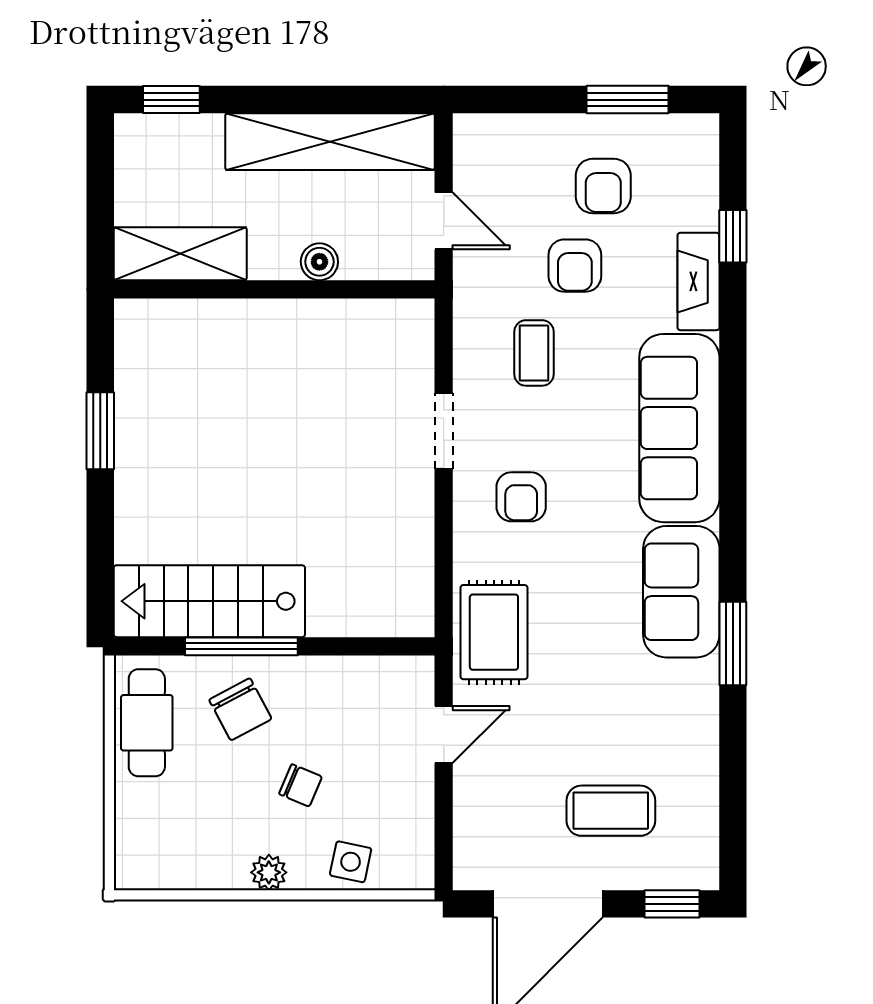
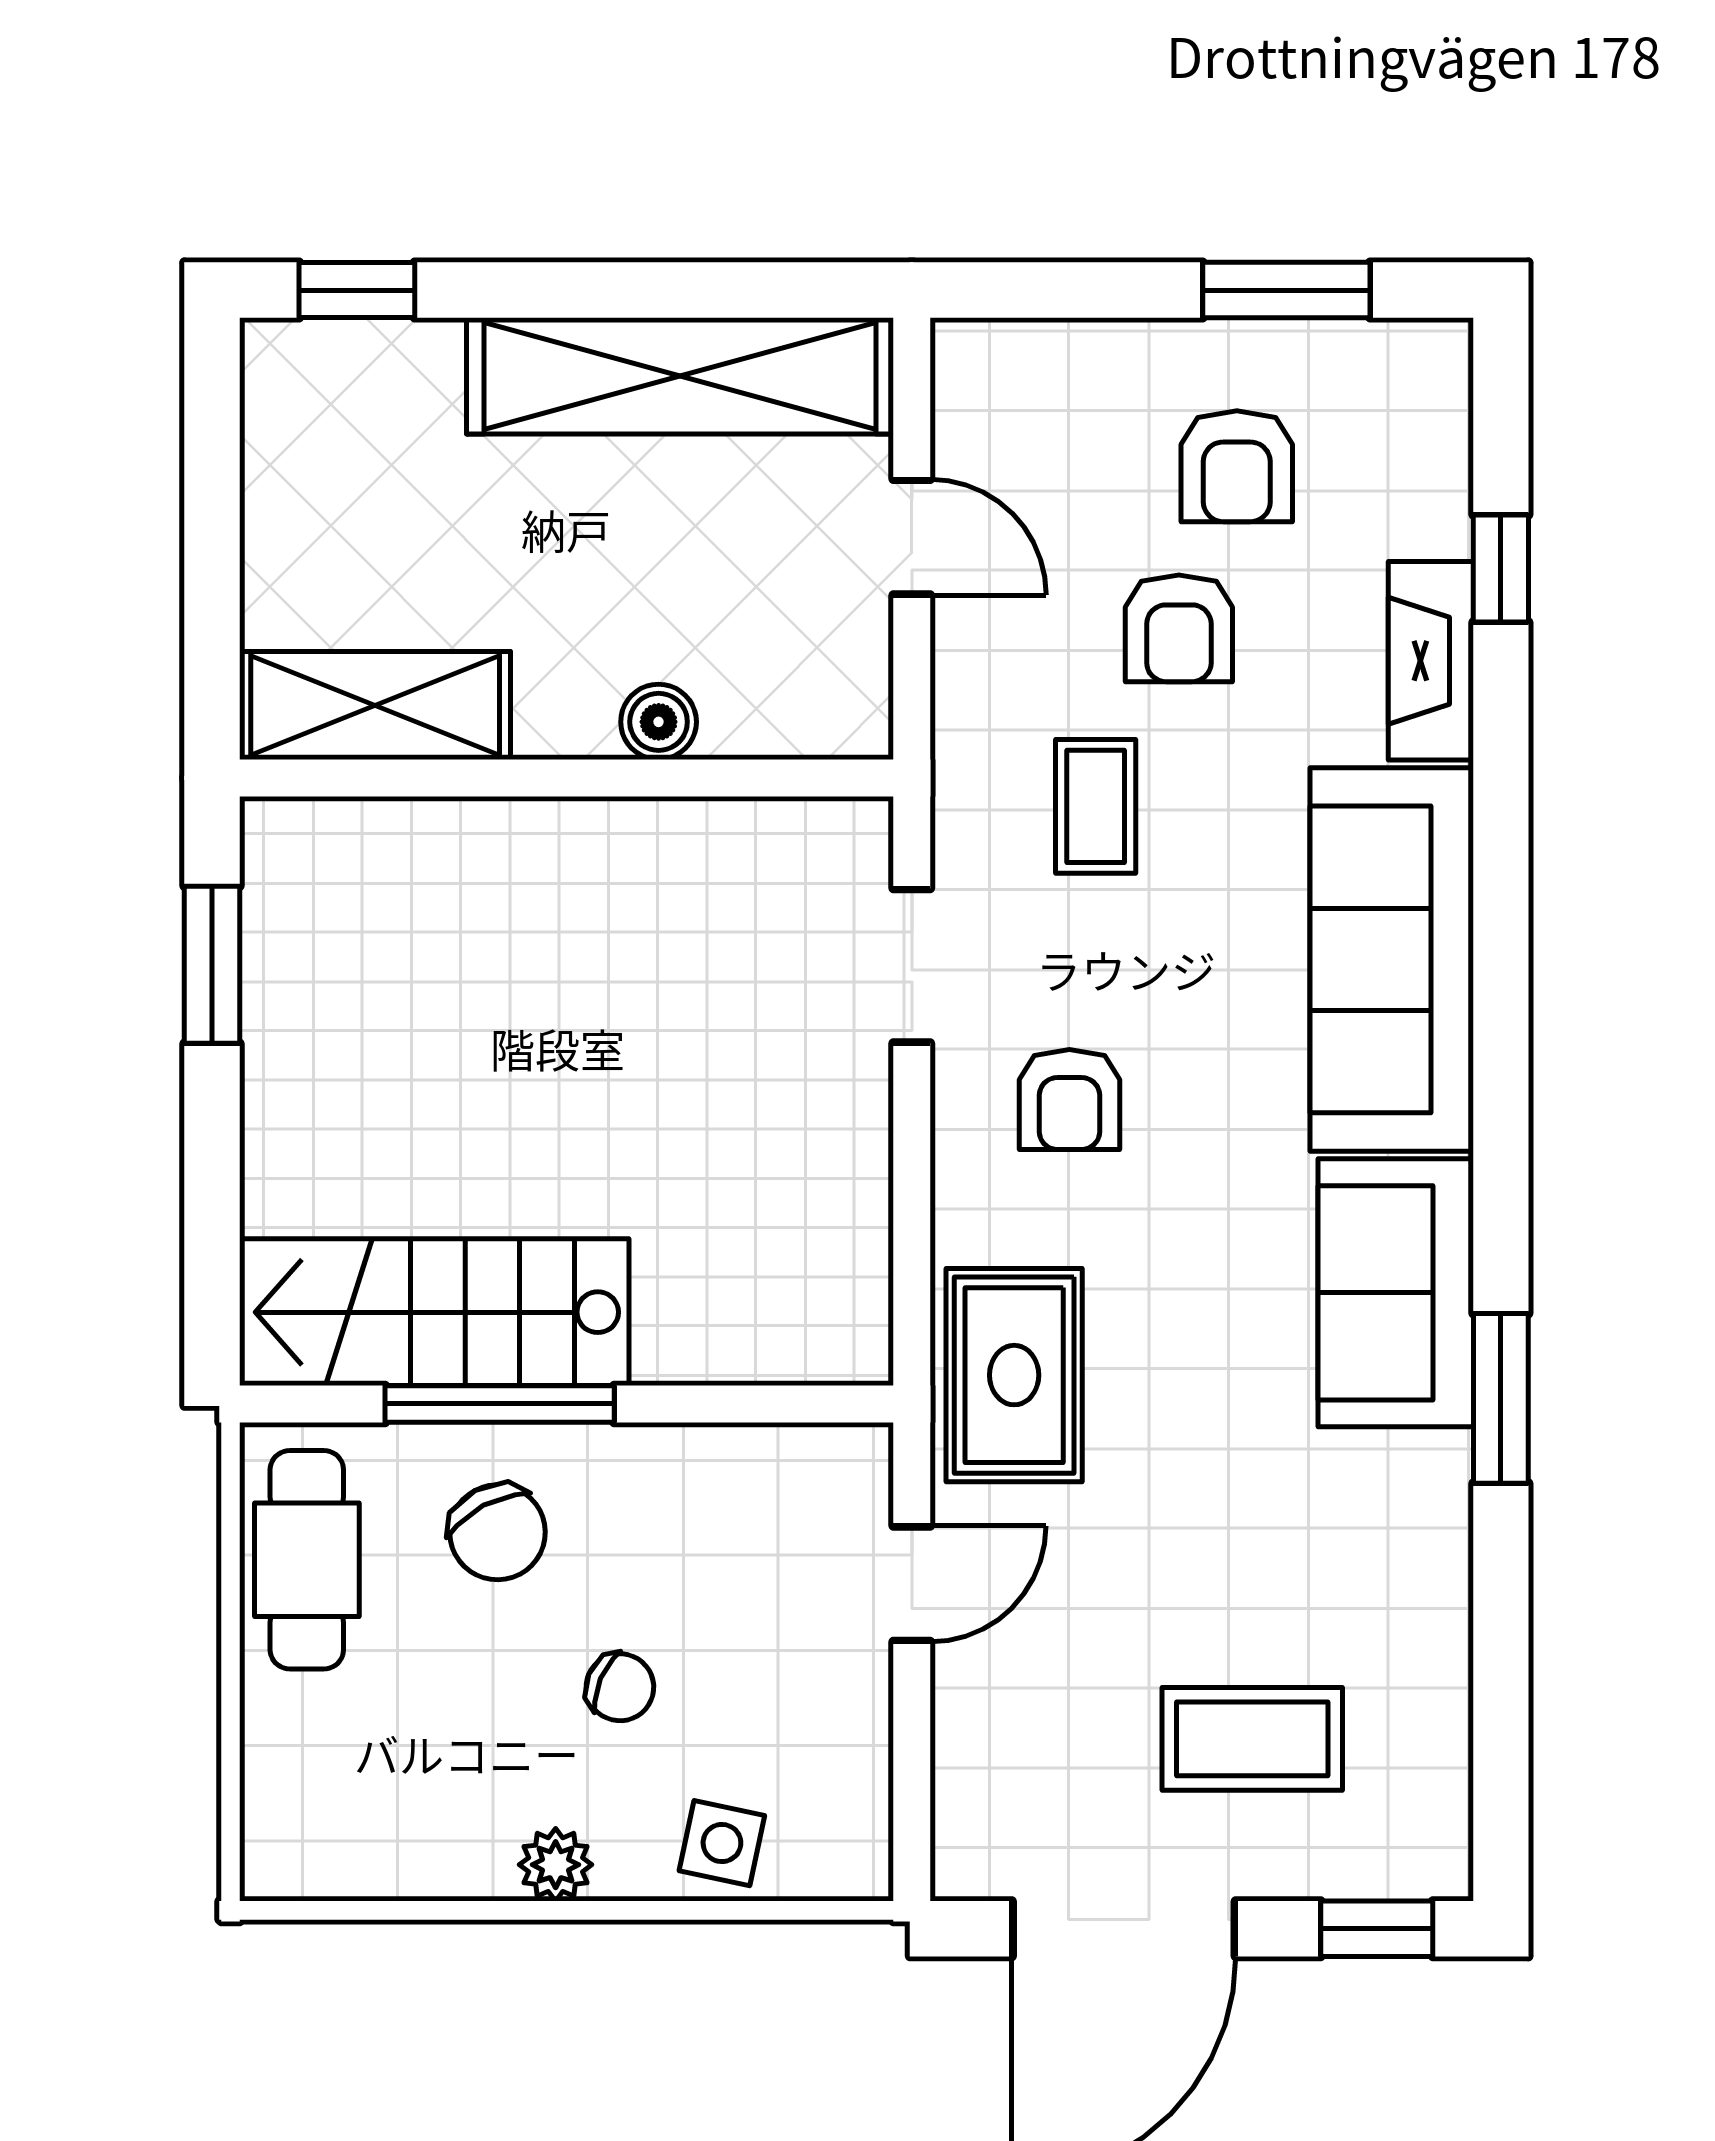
shelving: (180, 254) -> (375, 705), moved
boiler: (319, 262) -> (659, 722), moved
wall: (274, 289) -> (566, 778), moved

